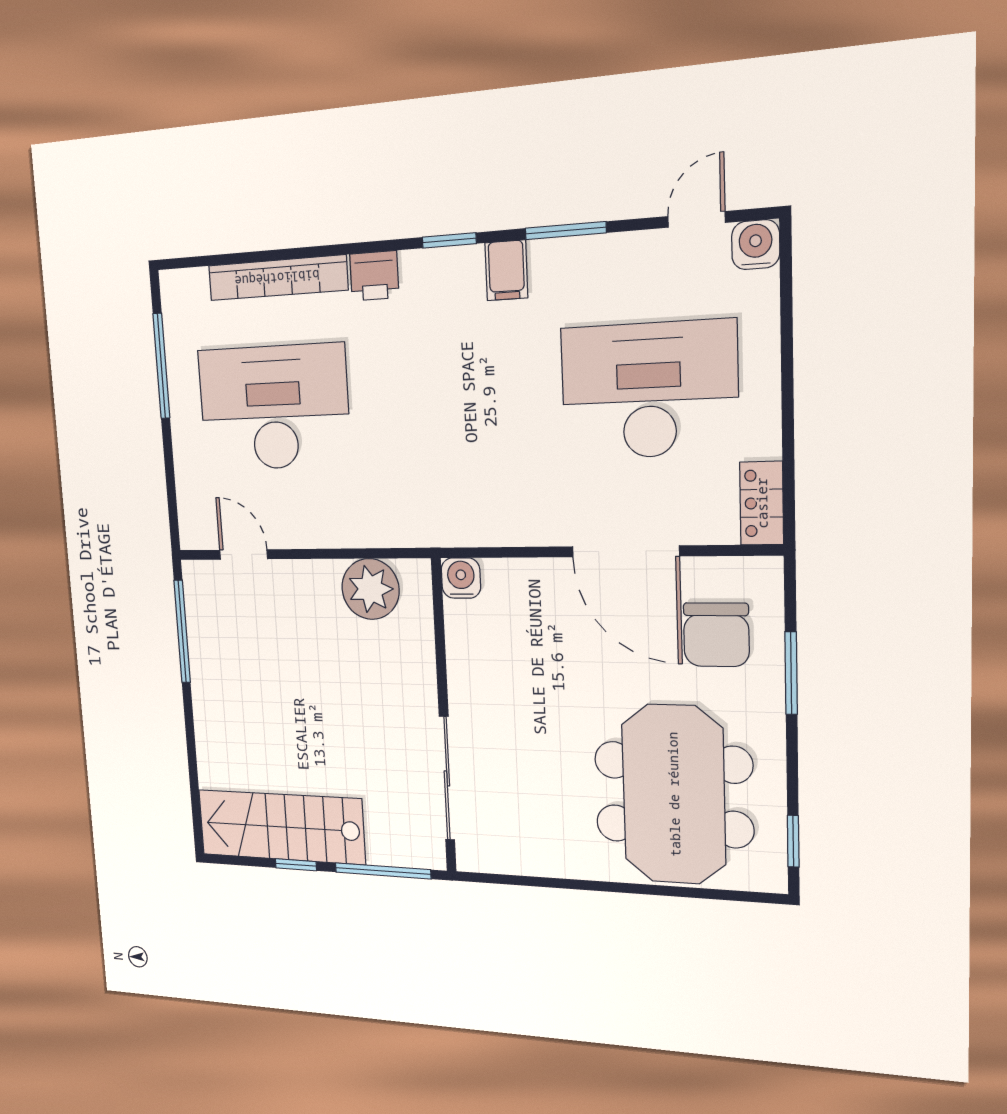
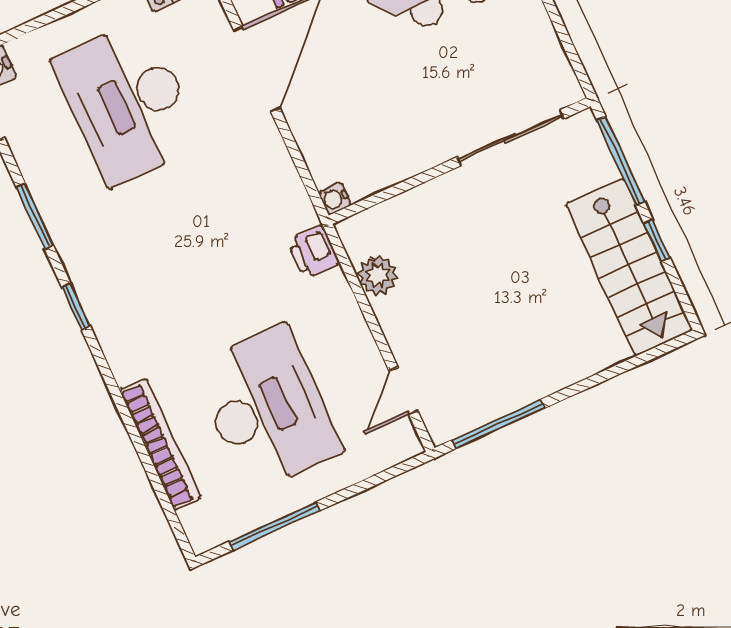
filing cabinet: (506, 270) -> (81, 251), removed
printer: (374, 276) -> (314, 252), moved, turned 180
desk: (274, 407) -> (267, 409), turned 180
water cooler: (461, 578) -> (335, 199), width x0.72, depth x0.72
plant: (370, 589) -> (378, 275), width x0.73, depth x0.73

